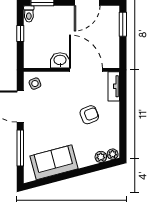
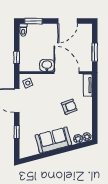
window: (123, 24) -> (95, 52), moved
window: (20, 34) -> (17, 58), moved
window: (20, 148) -> (17, 132), width x0.46
sofa: (54, 162) -> (53, 140), moved

